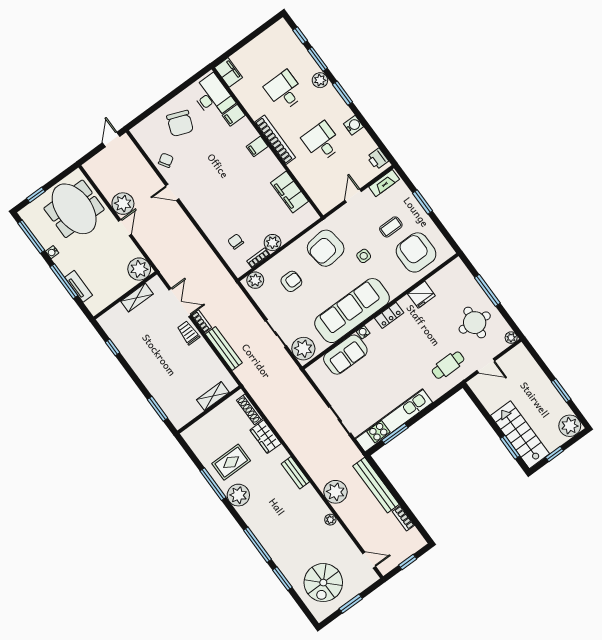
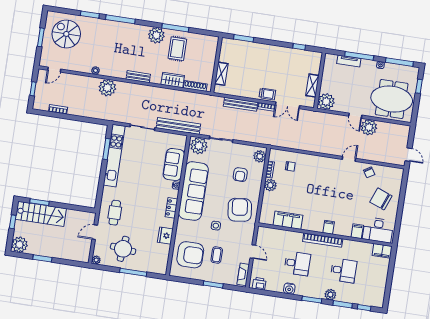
bench: (376, 485) -> (178, 126), moved

